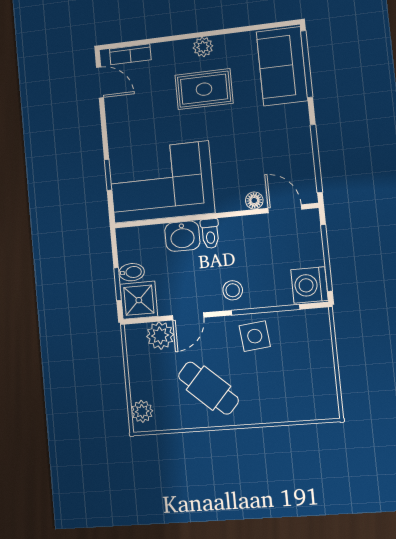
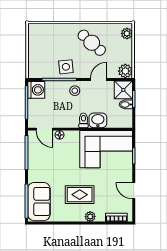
plant: (203, 47) -> (90, 217), moved
door: (100, 82) -> (134, 191), moved
plant: (160, 336) -> (125, 71), moved

